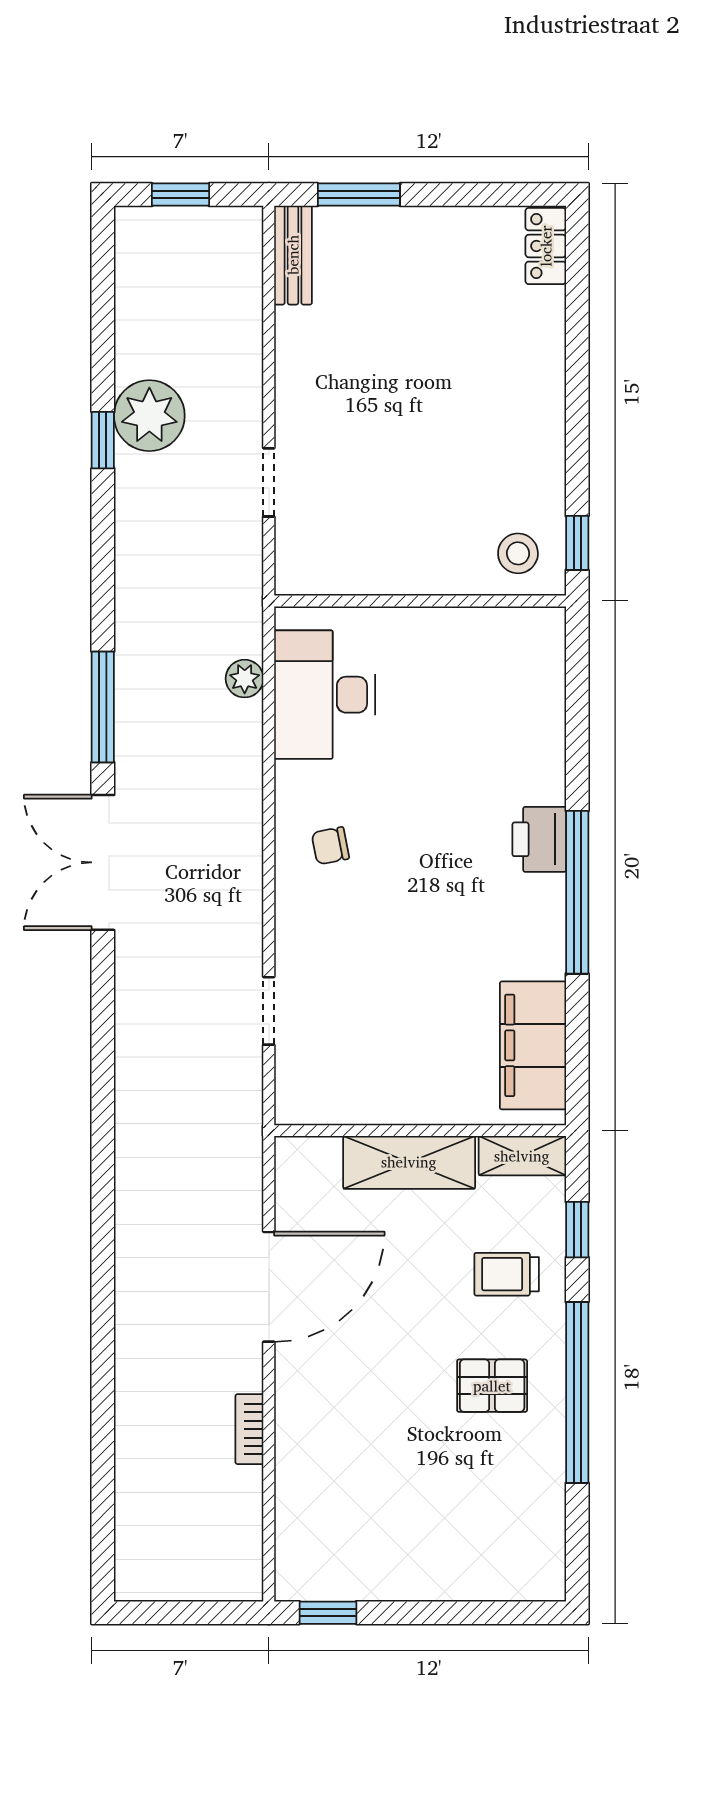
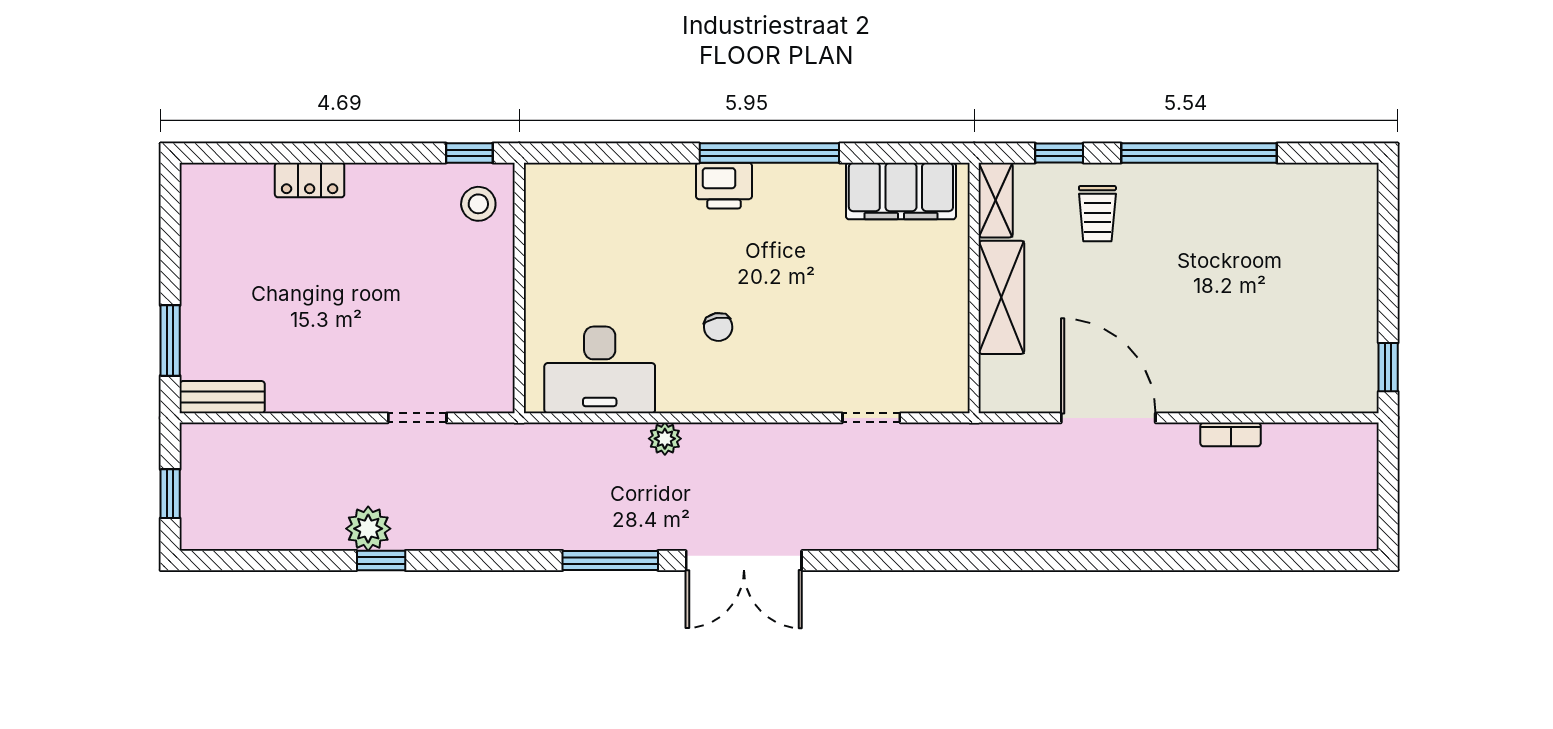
locker: (546, 246) -> (310, 180), moved
plant: (149, 416) -> (368, 529), width x0.73, depth x0.73
plant: (245, 679) -> (665, 439), moved
chair: (330, 846) -> (718, 327), moved
pallet: (492, 1386) -> (1193, 226), removed

